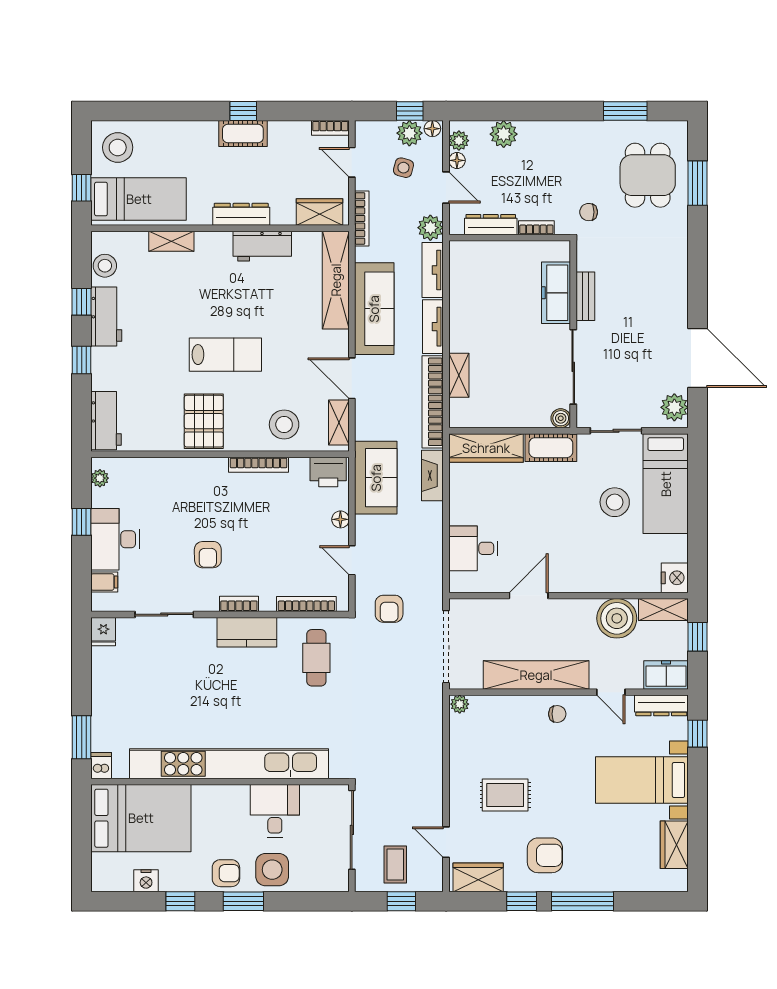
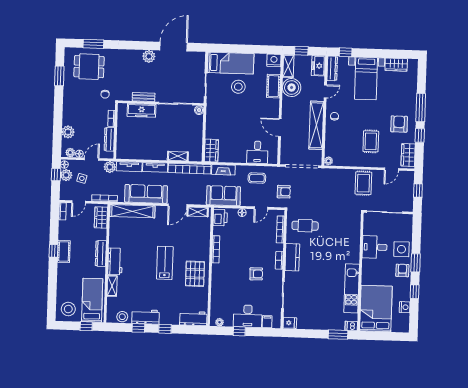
workbench: (262, 246) -> (115, 261), moved
plant: (674, 407) -> (149, 56), moved
pallet: (204, 421) -> (195, 274), turned 90
stool: (284, 425) -> (198, 237), removed
wardrobe: (486, 448) -> (211, 150), width x0.67
cot: (551, 448) -> (273, 86), moved
kitchen unit: (229, 764) -> (352, 288), width x0.54
rug: (413, 782) -> (363, 183), added
coffee table: (395, 865) -> (257, 178), moved

